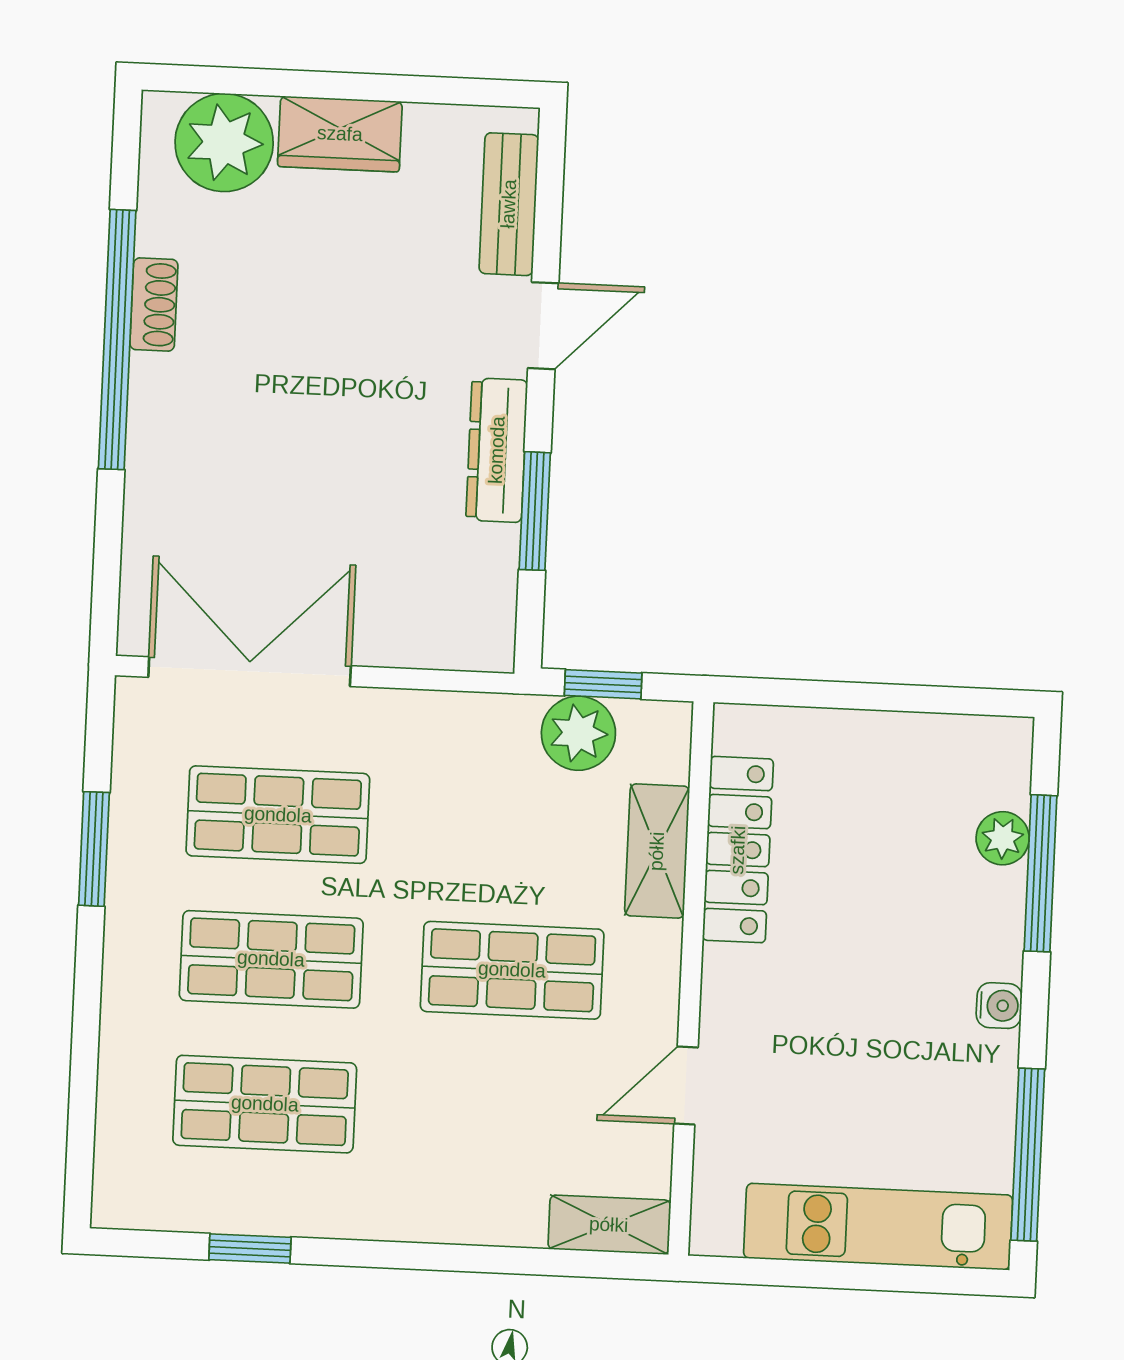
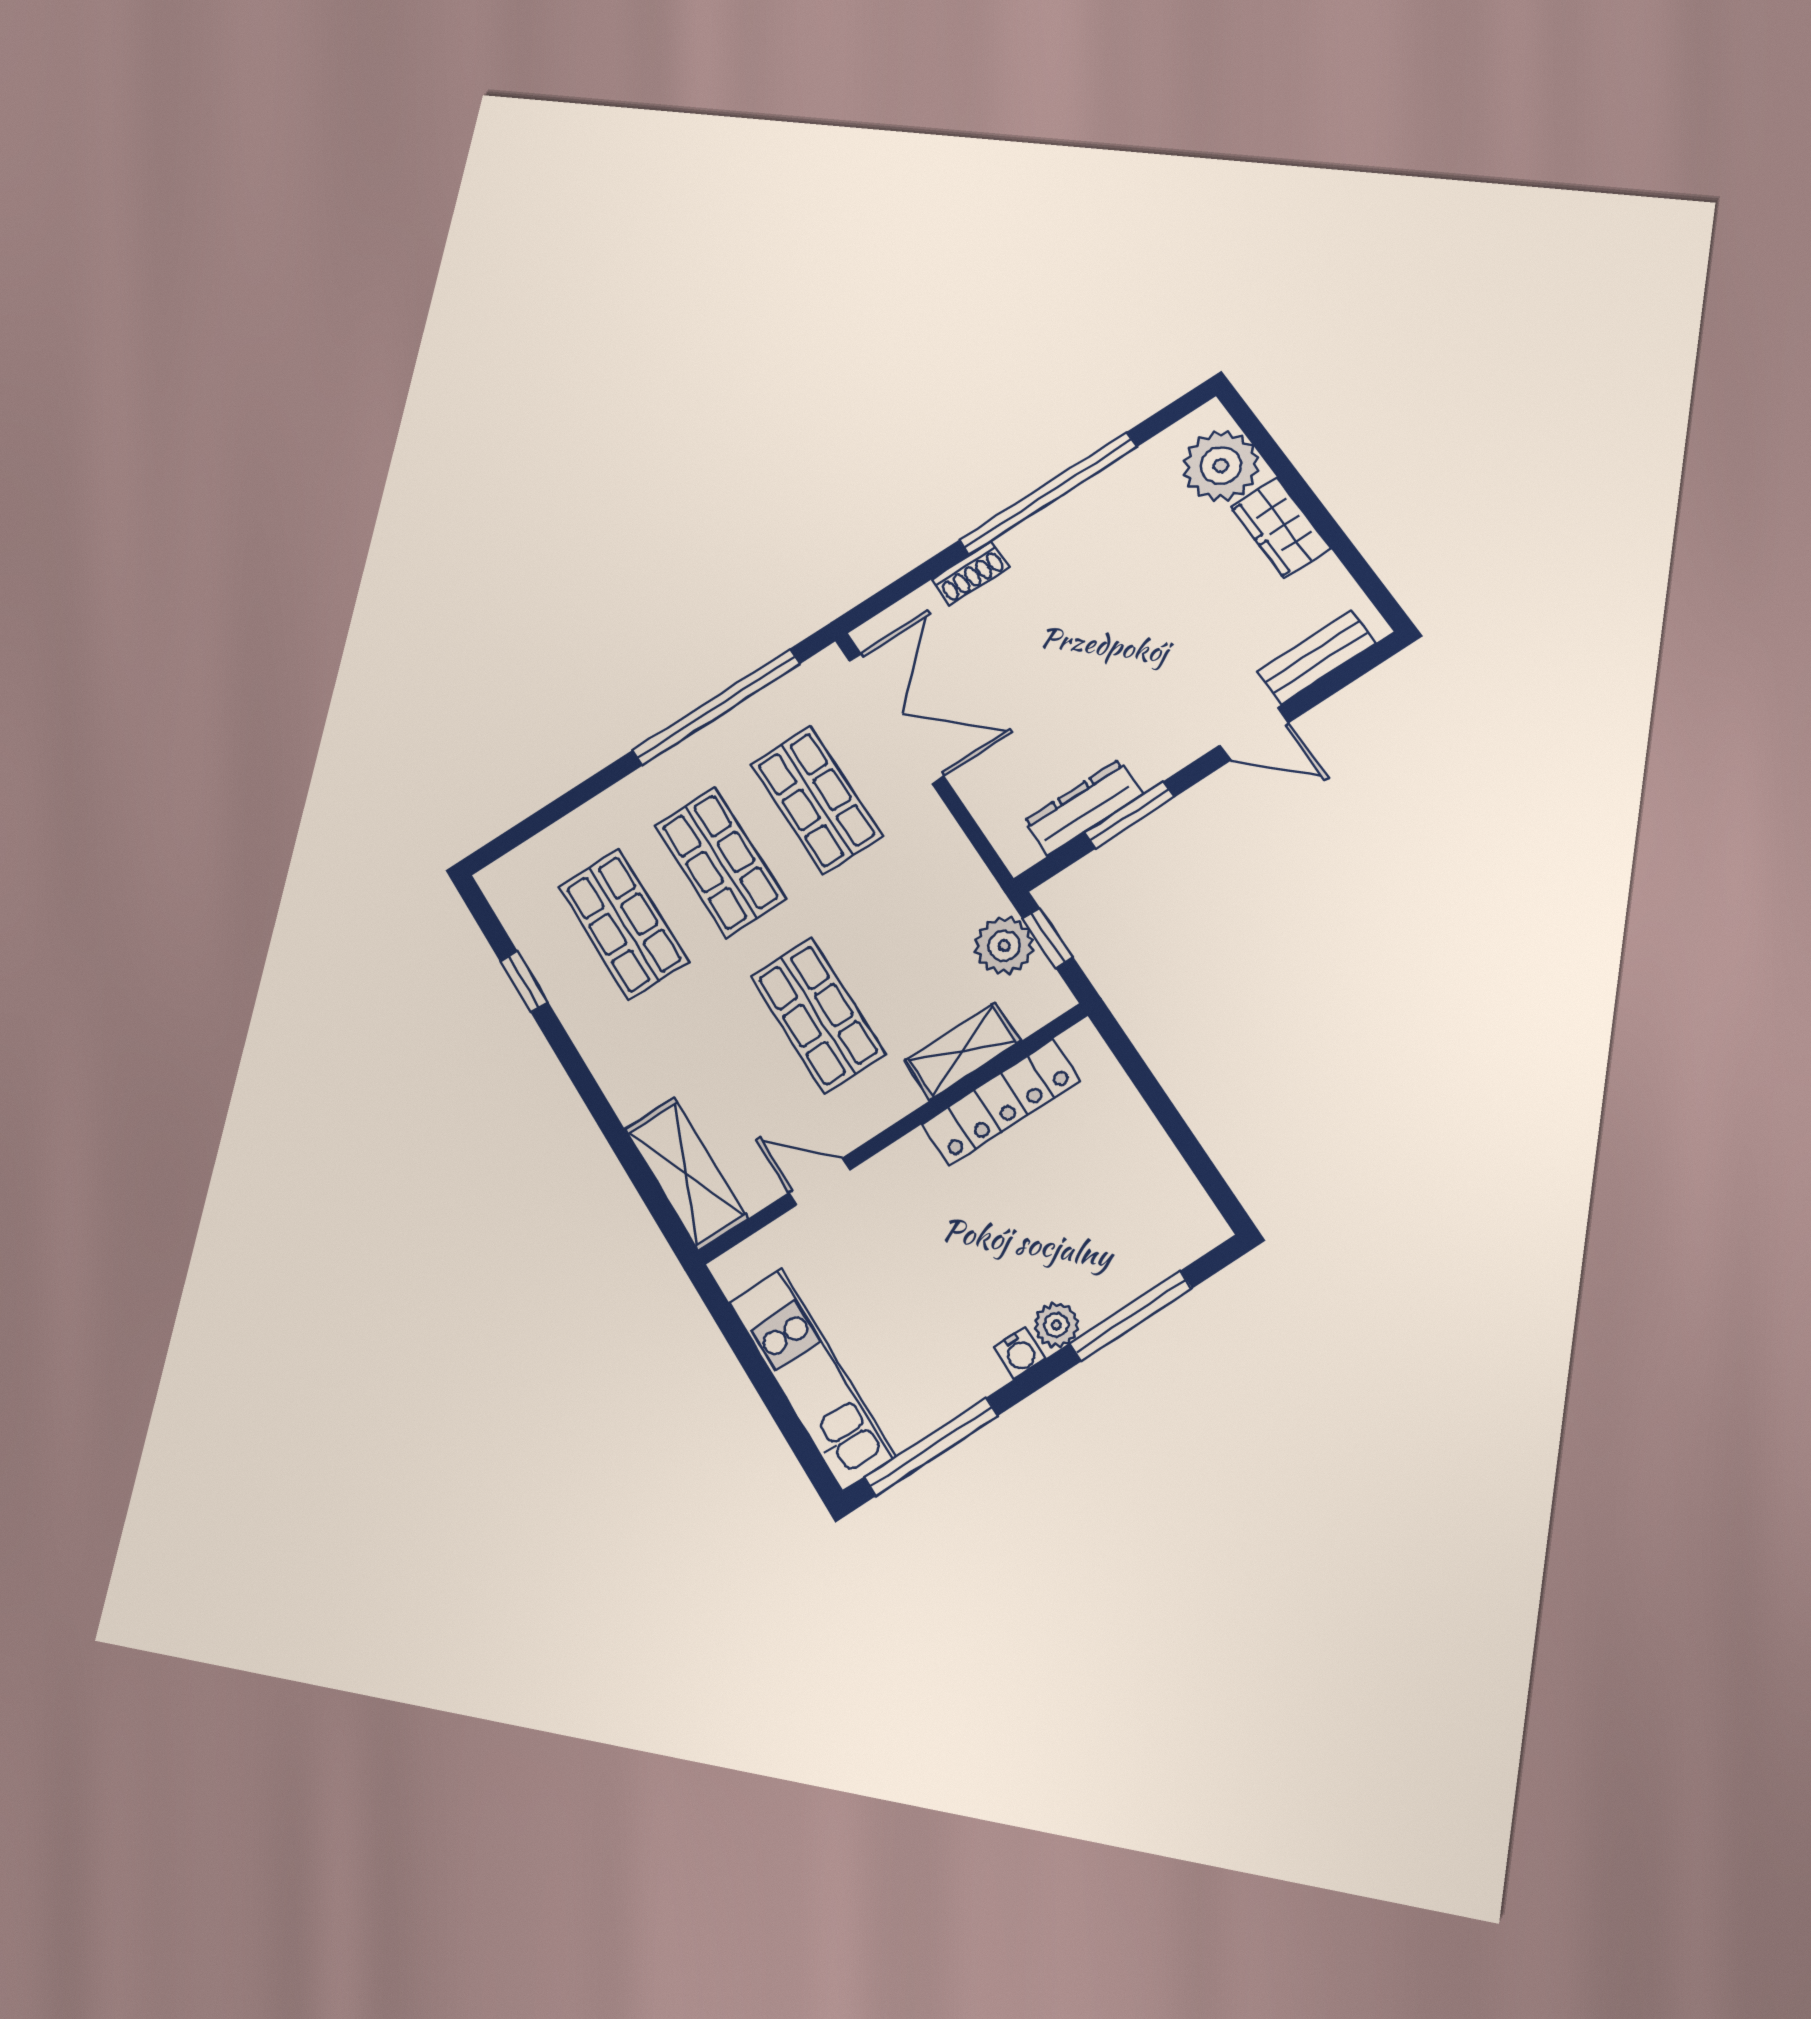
shoe rack: (154, 305) -> (970, 573), moved
dresser: (497, 450) -> (1083, 808), moved
plant: (1003, 838) -> (1056, 1325), moved
window: (94, 849) -> (716, 707), width x2.11
shelving: (609, 1225) -> (686, 1174), width x1.50, depth x1.33

